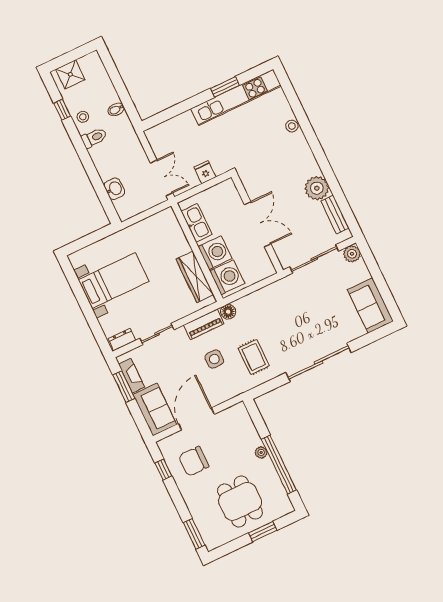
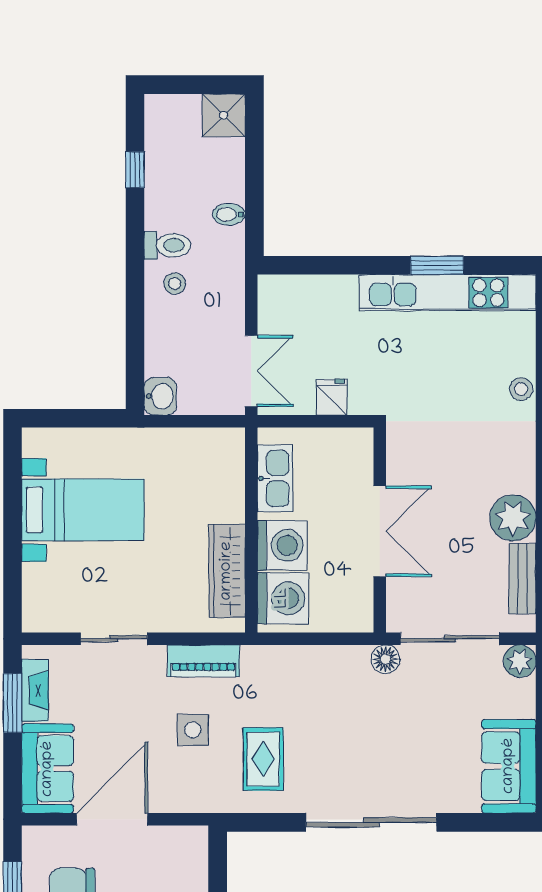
shower: (70, 74) -> (224, 115), moved
stool: (83, 117) -> (175, 284), moved
washbasin: (114, 189) -> (160, 396), moved
floor lamp: (228, 312) -> (385, 659), moved
dresser: (122, 340) -> (48, 619), removed

